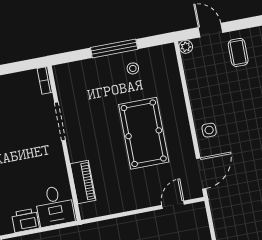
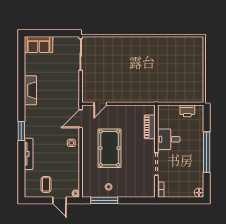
window: (114, 48) -> (104, 200), moved
desk: (55, 206) -> (169, 139), moved, turned -90

